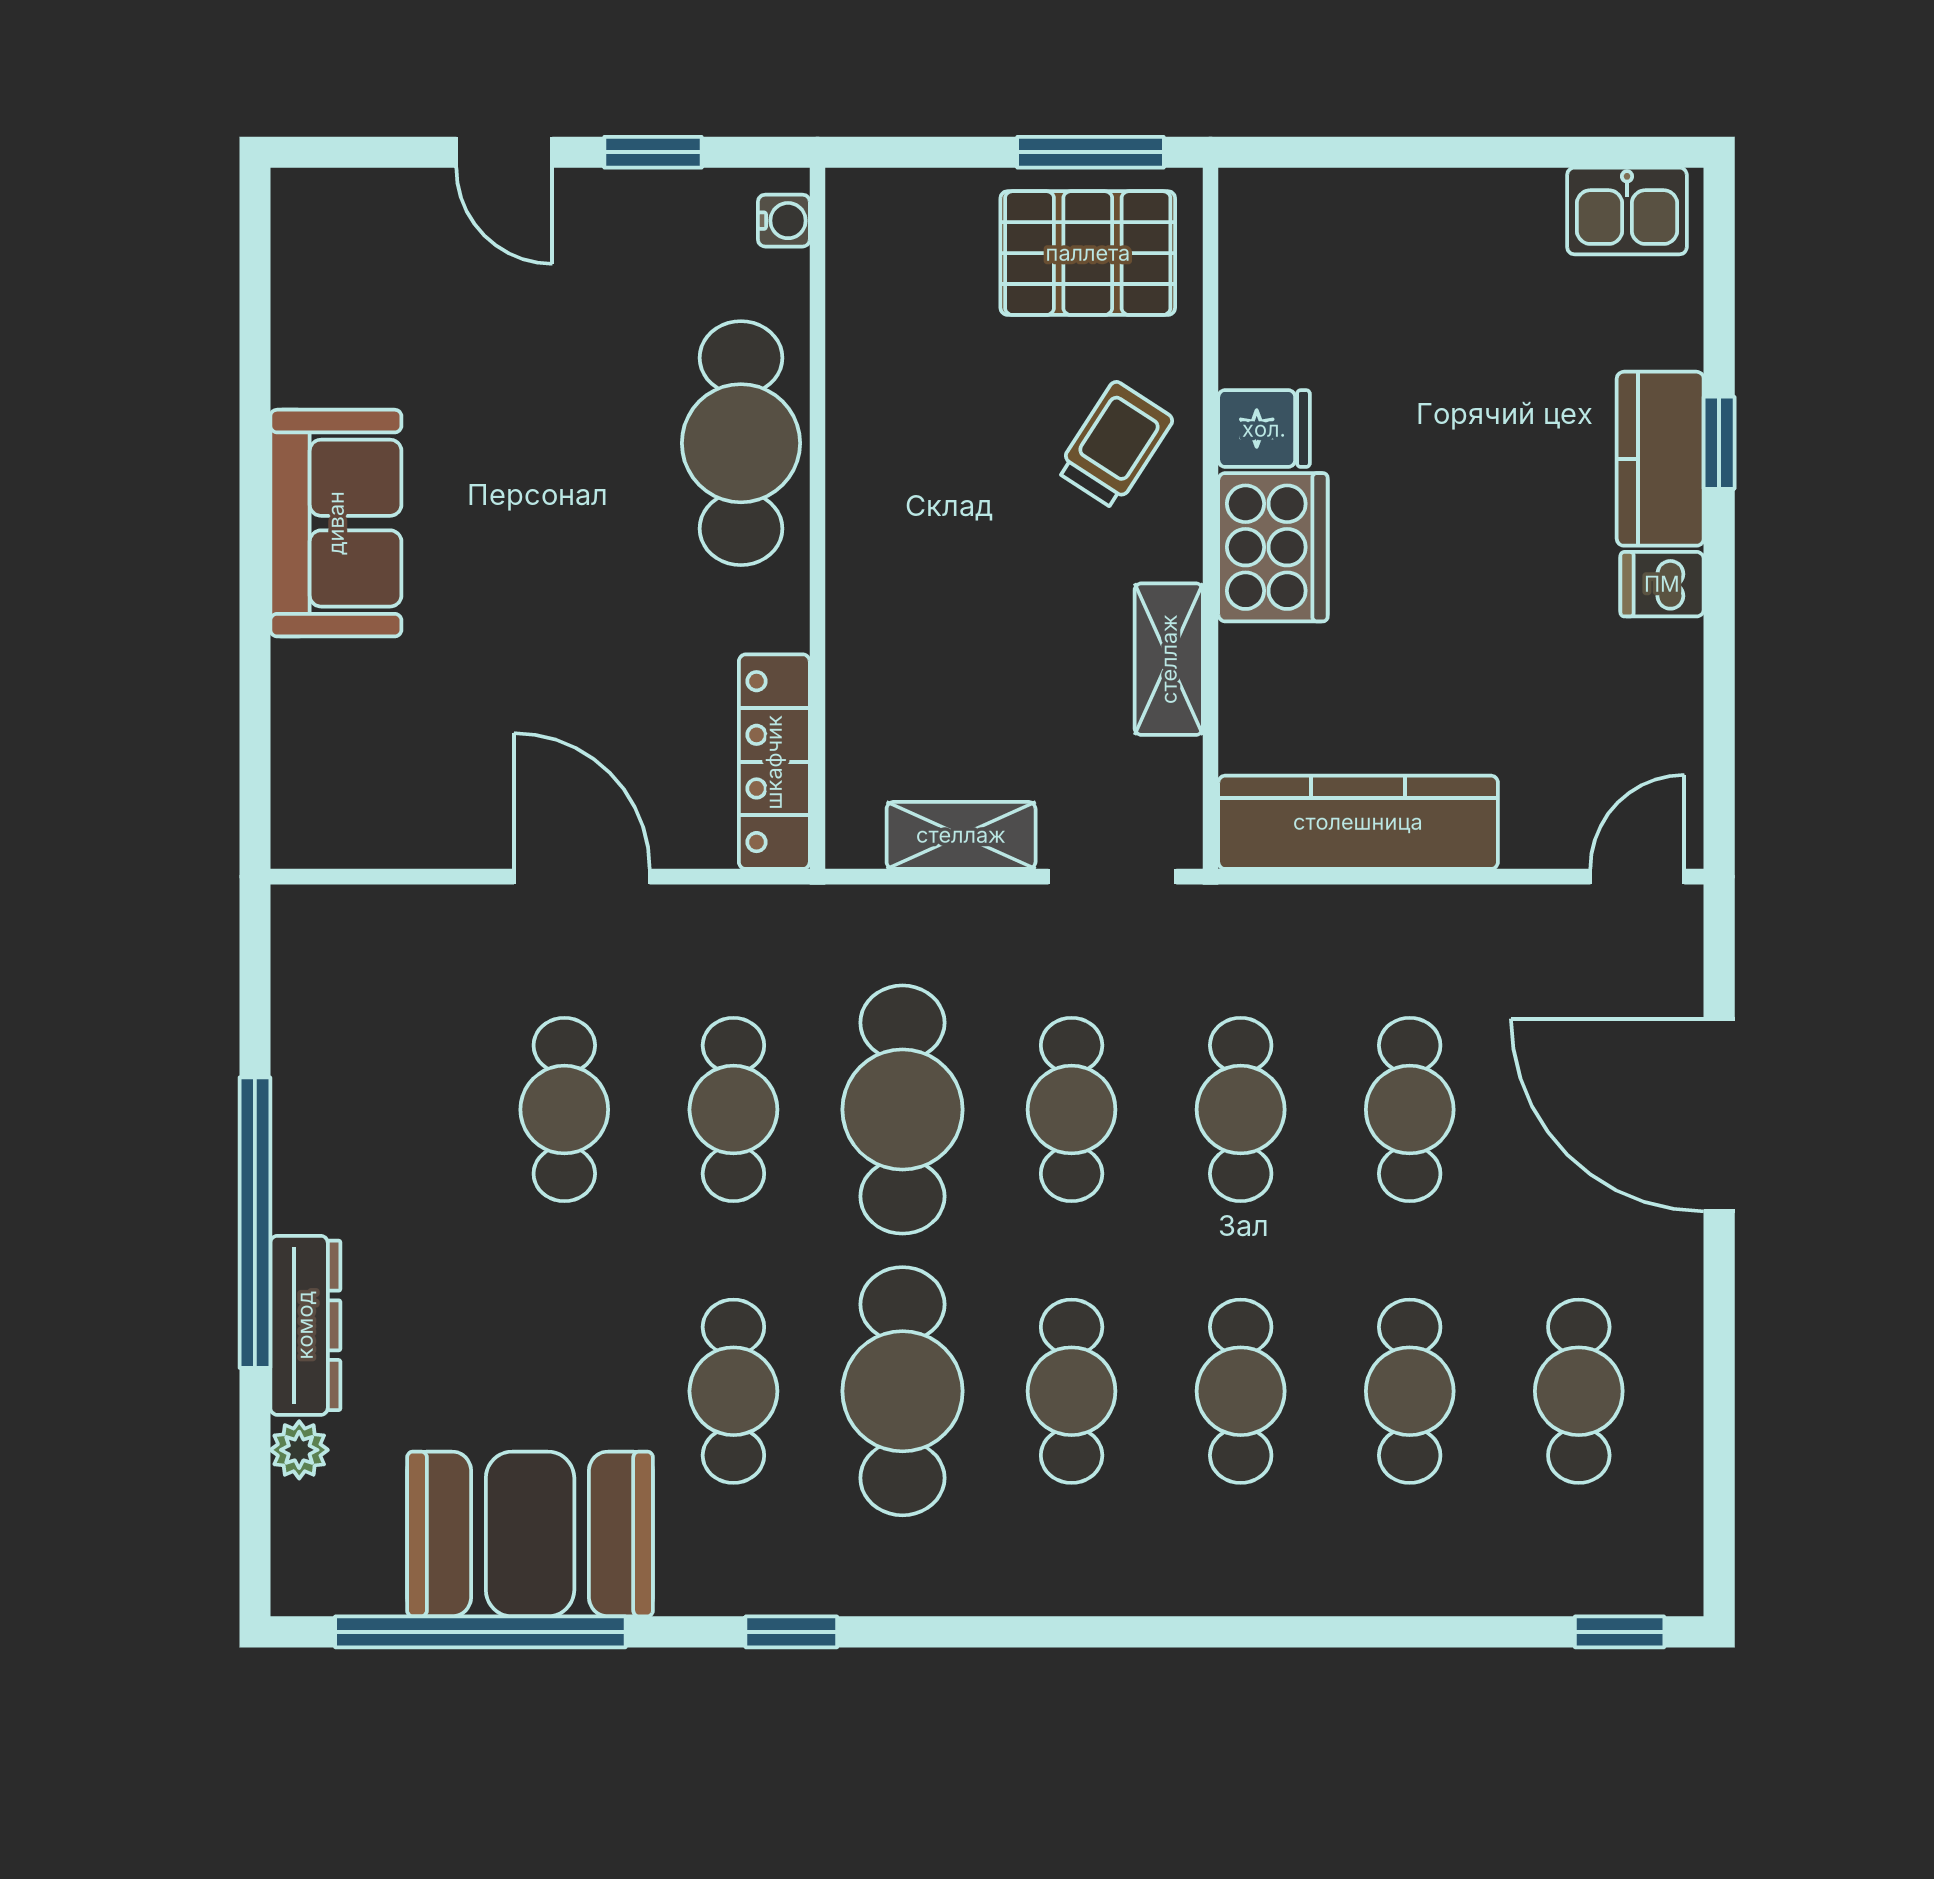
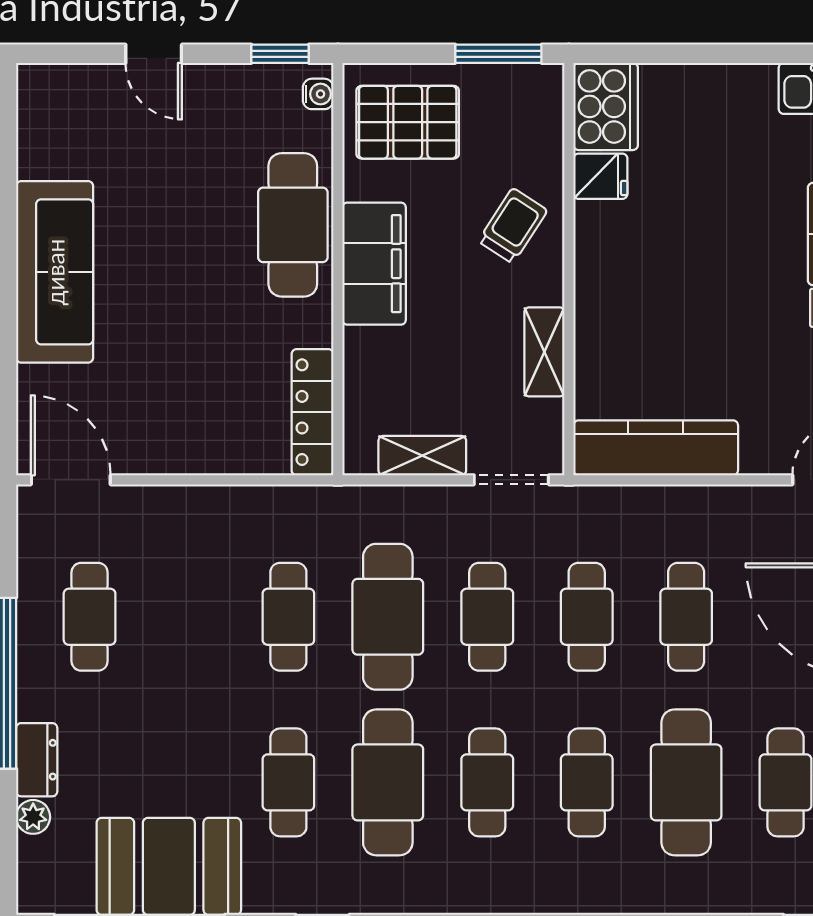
window: (653, 152) -> (280, 54), moved
pallet: (1088, 253) -> (408, 122), moved
fridge: (1264, 429) -> (600, 176), moved
filing cabinet: (879, 509) -> (374, 264), added
sofa: (336, 523) -> (55, 272), width x1.36
cooker: (1273, 547) -> (606, 106), moved
door: (582, 877) -> (71, 480), moved
cafe table: (564, 1110) -> (90, 617), moved
dresser: (305, 1325) -> (37, 760), width x0.70
cafe table: (1410, 1391) -> (686, 782), width x1.37, depth x1.35

